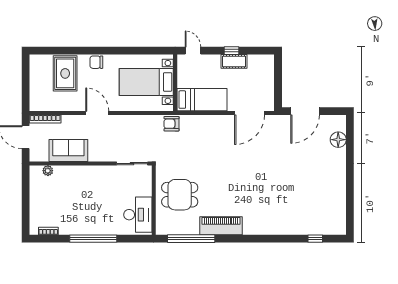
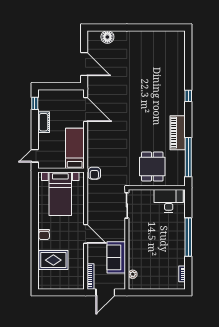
window: (232, 51) -> (35, 103), moved
door: (97, 113) -> (86, 234), swing flipped
window: (315, 239) -> (188, 96), moved

